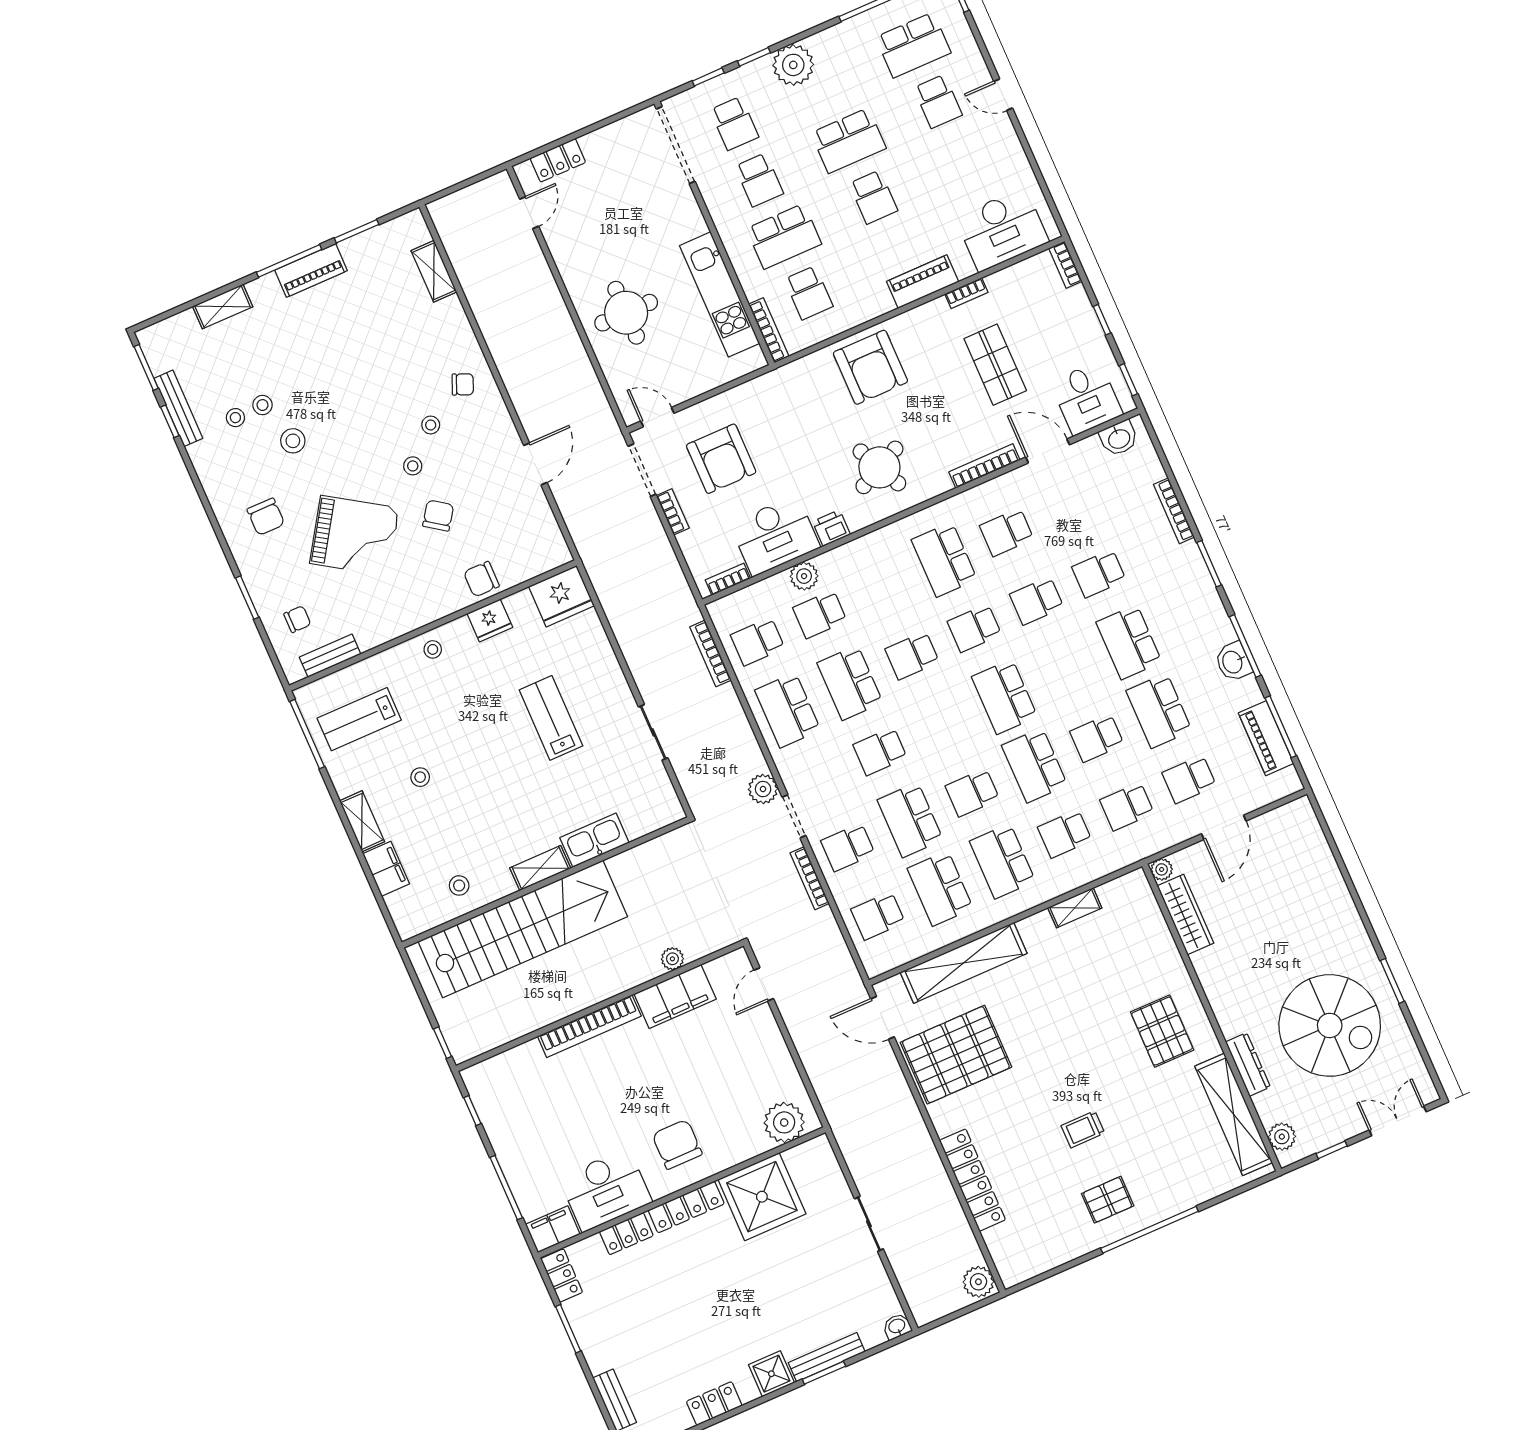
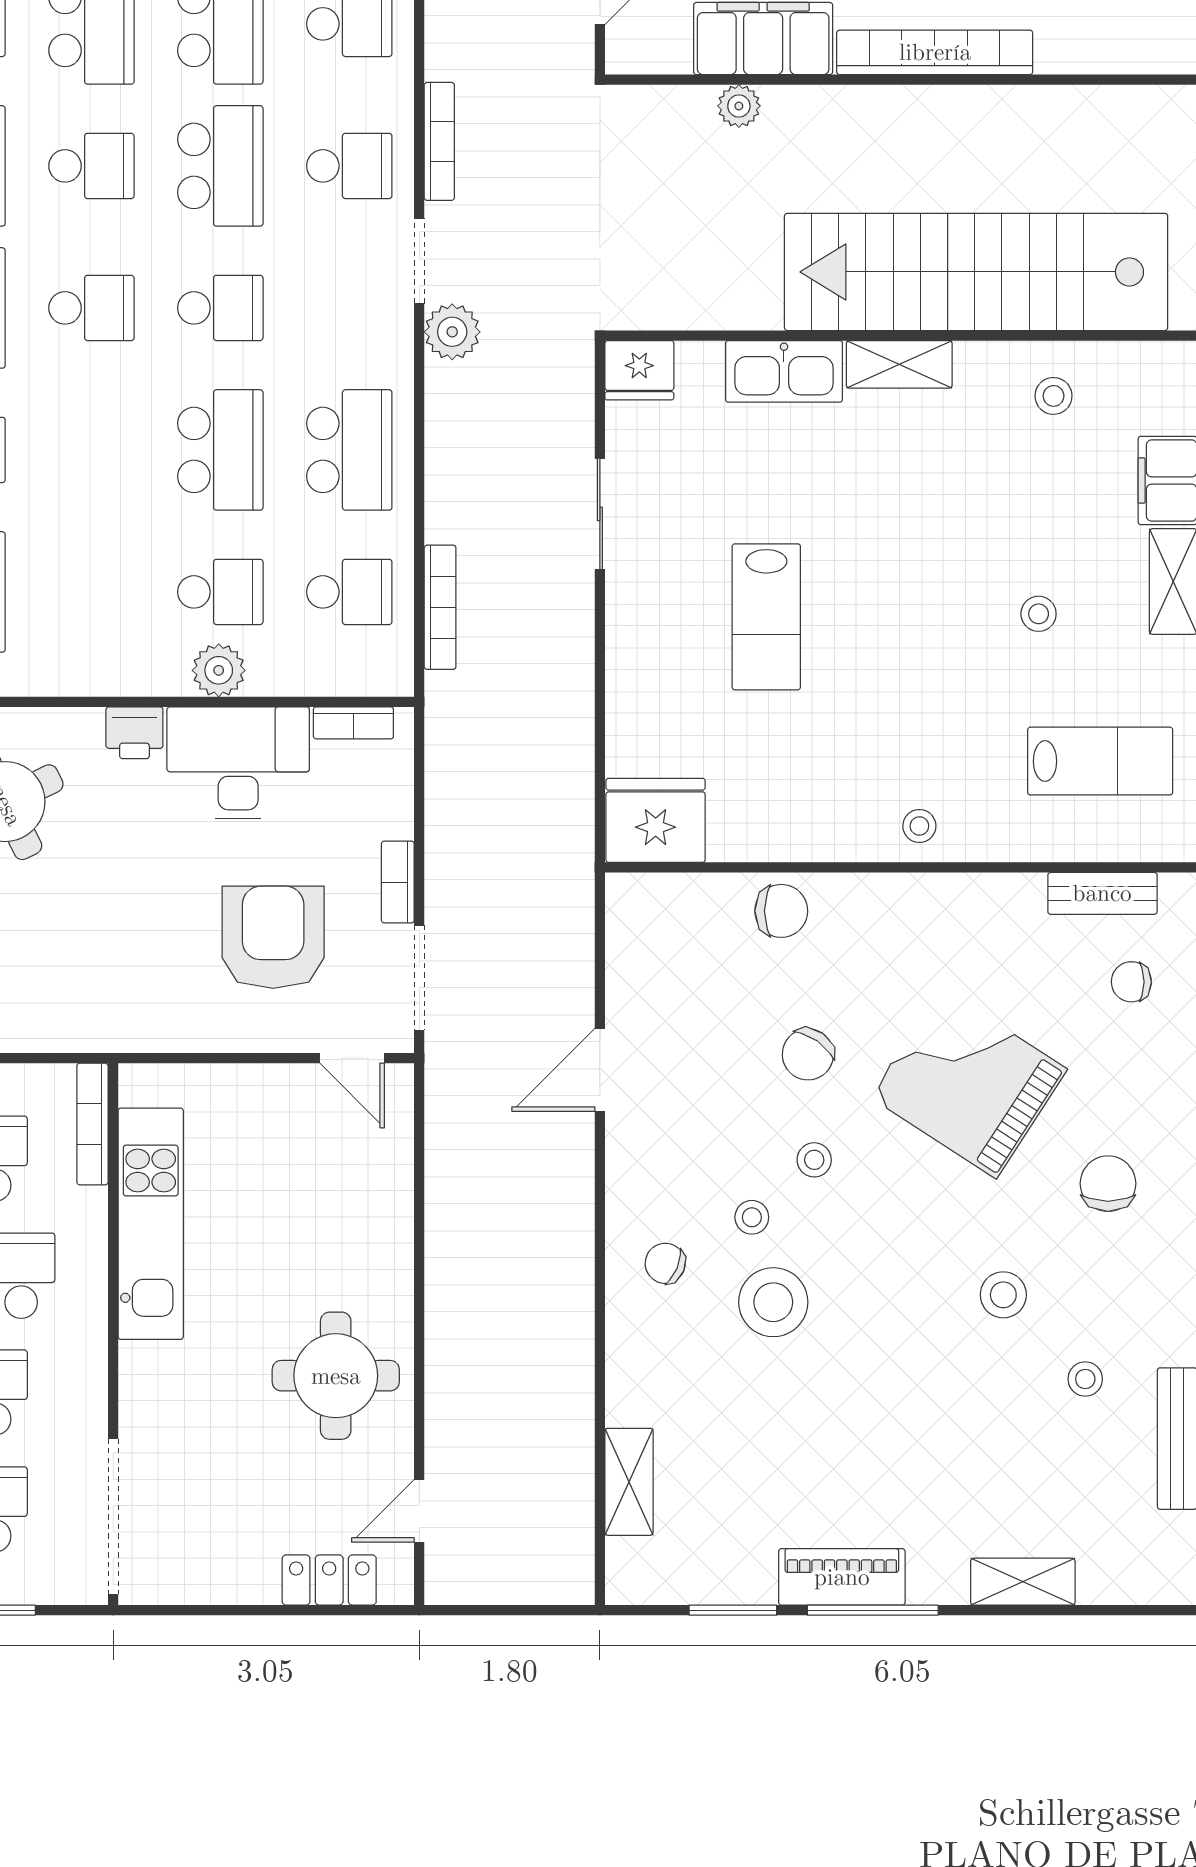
round table: (626, 313) -> (336, 1376), moved
stool: (262, 405) -> (773, 1302), moved, width x1.89, depth x1.89
fridge: (490, 620) -> (639, 370), moved, turned 180
school desk: (912, 656) -> (91, 308), moved

